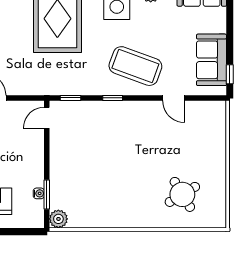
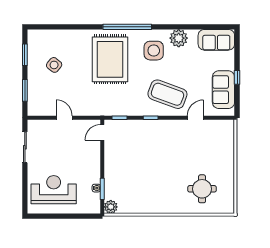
window: (230, 74) -> (237, 77), moved
door: (173, 98) -> (195, 118), swing flipped
round table: (182, 194) -> (202, 189), turned 31

